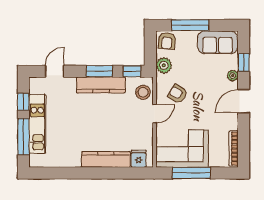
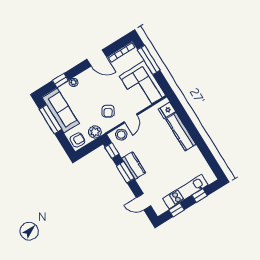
window: (190, 25) -> (50, 119), moved
sofa: (218, 42) -> (61, 111), width x1.36
kitchen counter: (101, 85) -> (134, 166), width x0.67
door: (244, 101) -> (97, 58), moved
door: (154, 114) -> (131, 118), swing flipped
window: (23, 137) -> (200, 196), width x0.46
window: (191, 173) -> (149, 60), moved

